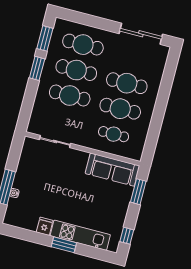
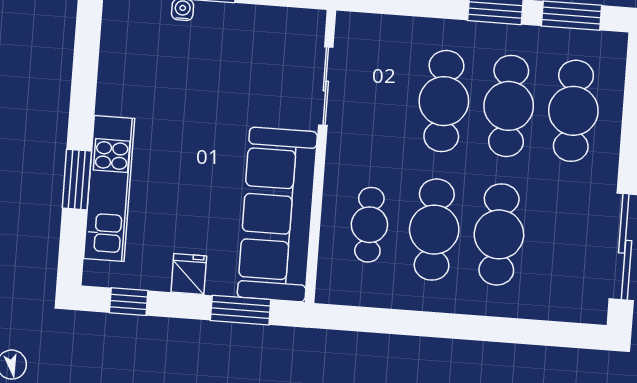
sofa: (112, 170) -> (277, 215), width x1.36, depth x1.27
fridge: (45, 226) -> (189, 274), moved, turned -90
window: (64, 245) -> (77, 180), moved

